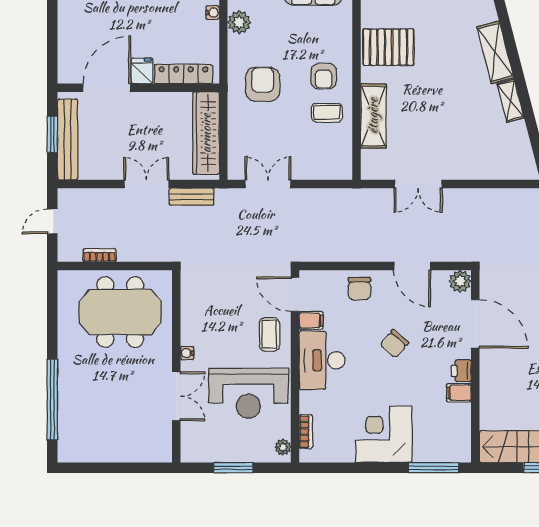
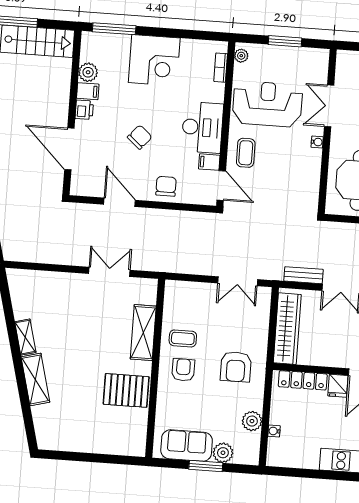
plant: (460, 281) -> (88, 72), moved

